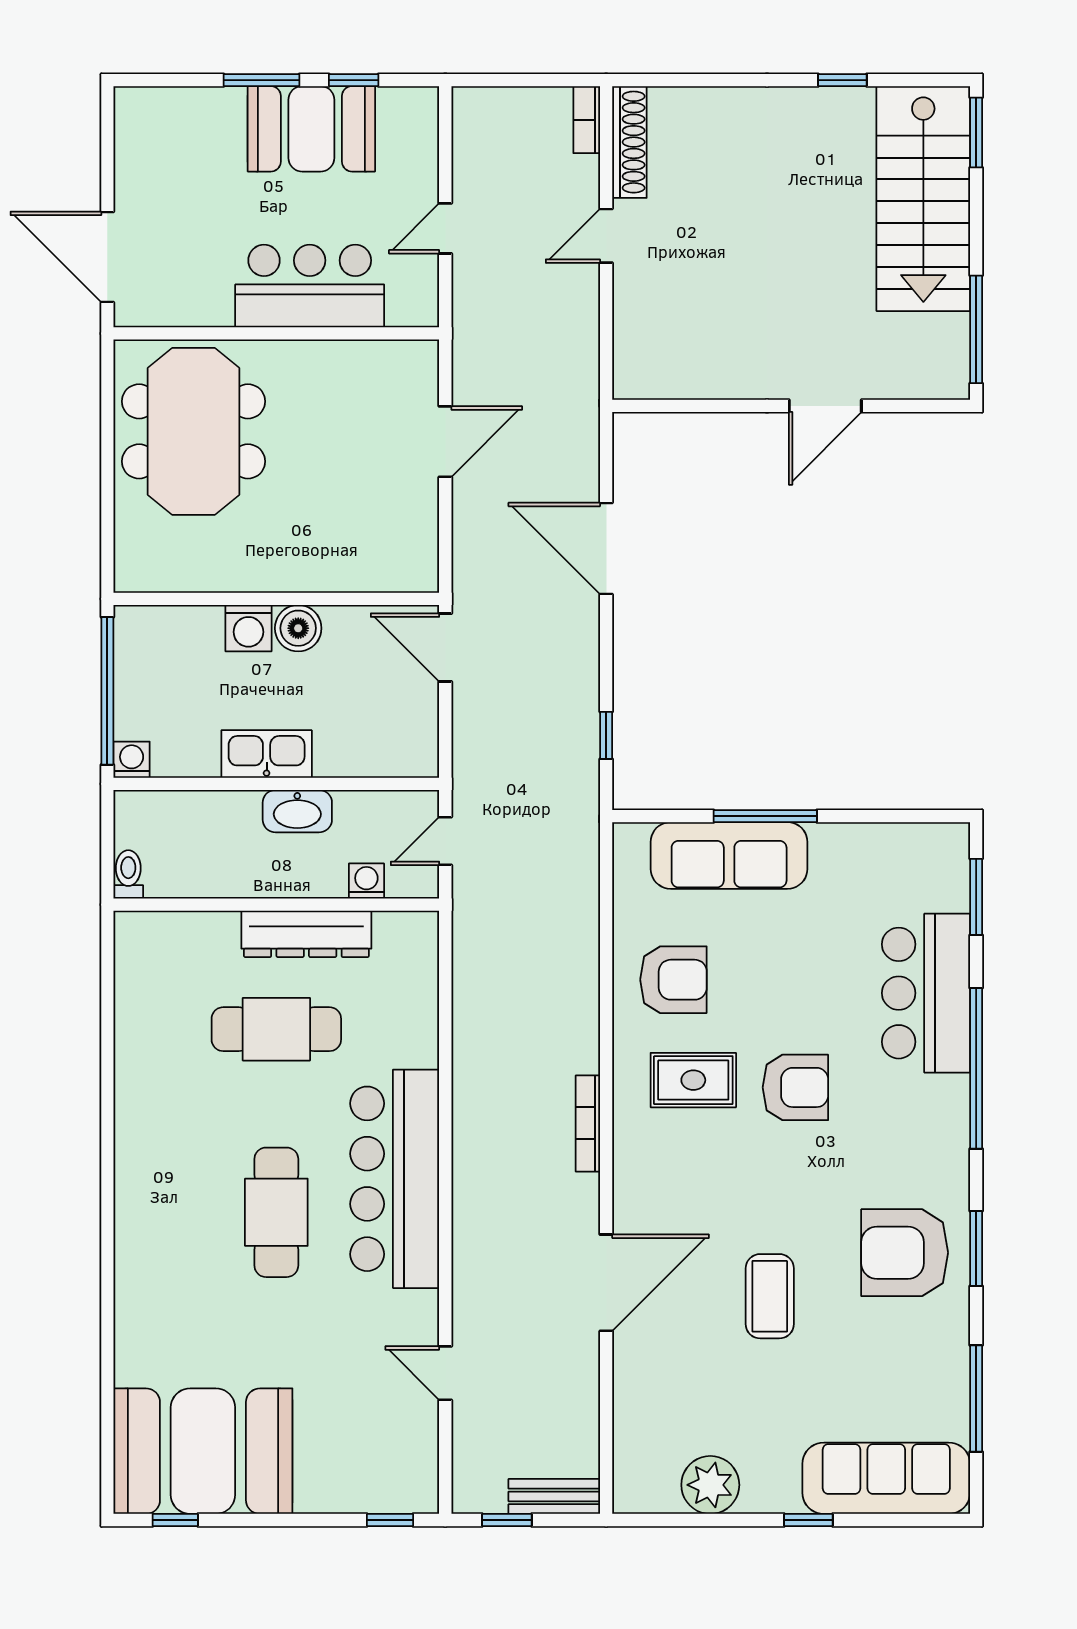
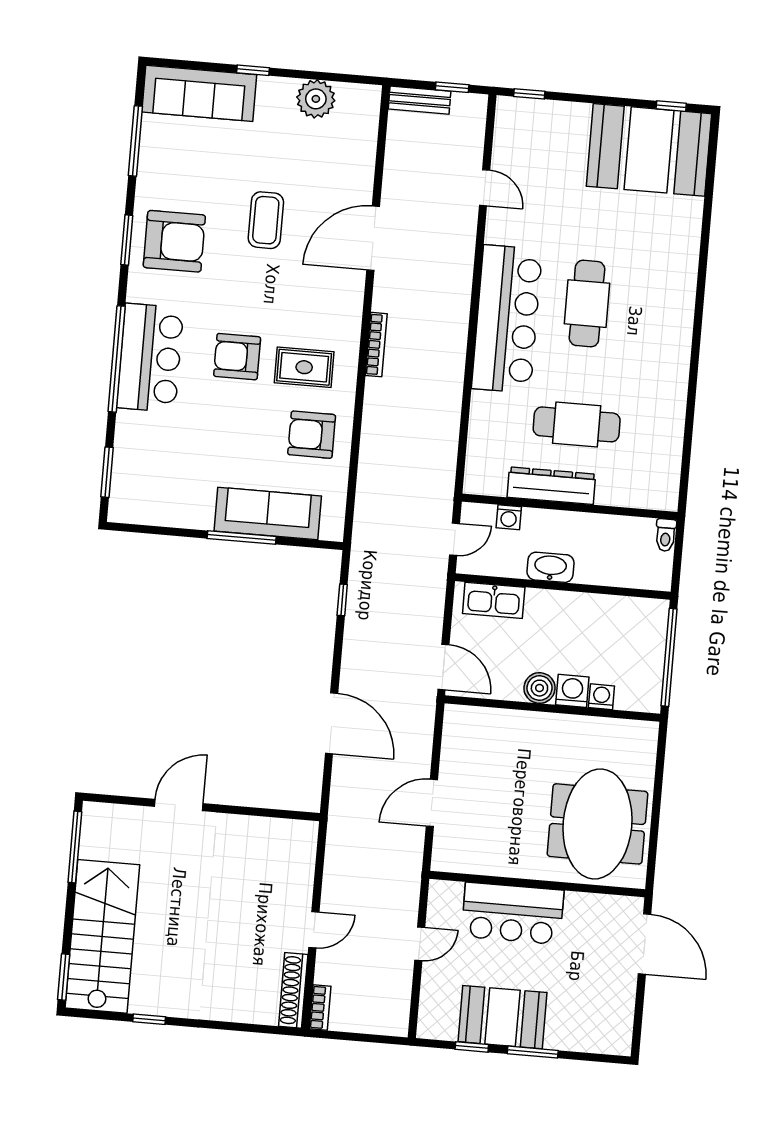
kitchen sink: (267, 754) -> (494, 600), moved
washing machine: (132, 760) -> (601, 697), moved, turned 180
bar counter: (926, 993) -> (150, 358), moved

